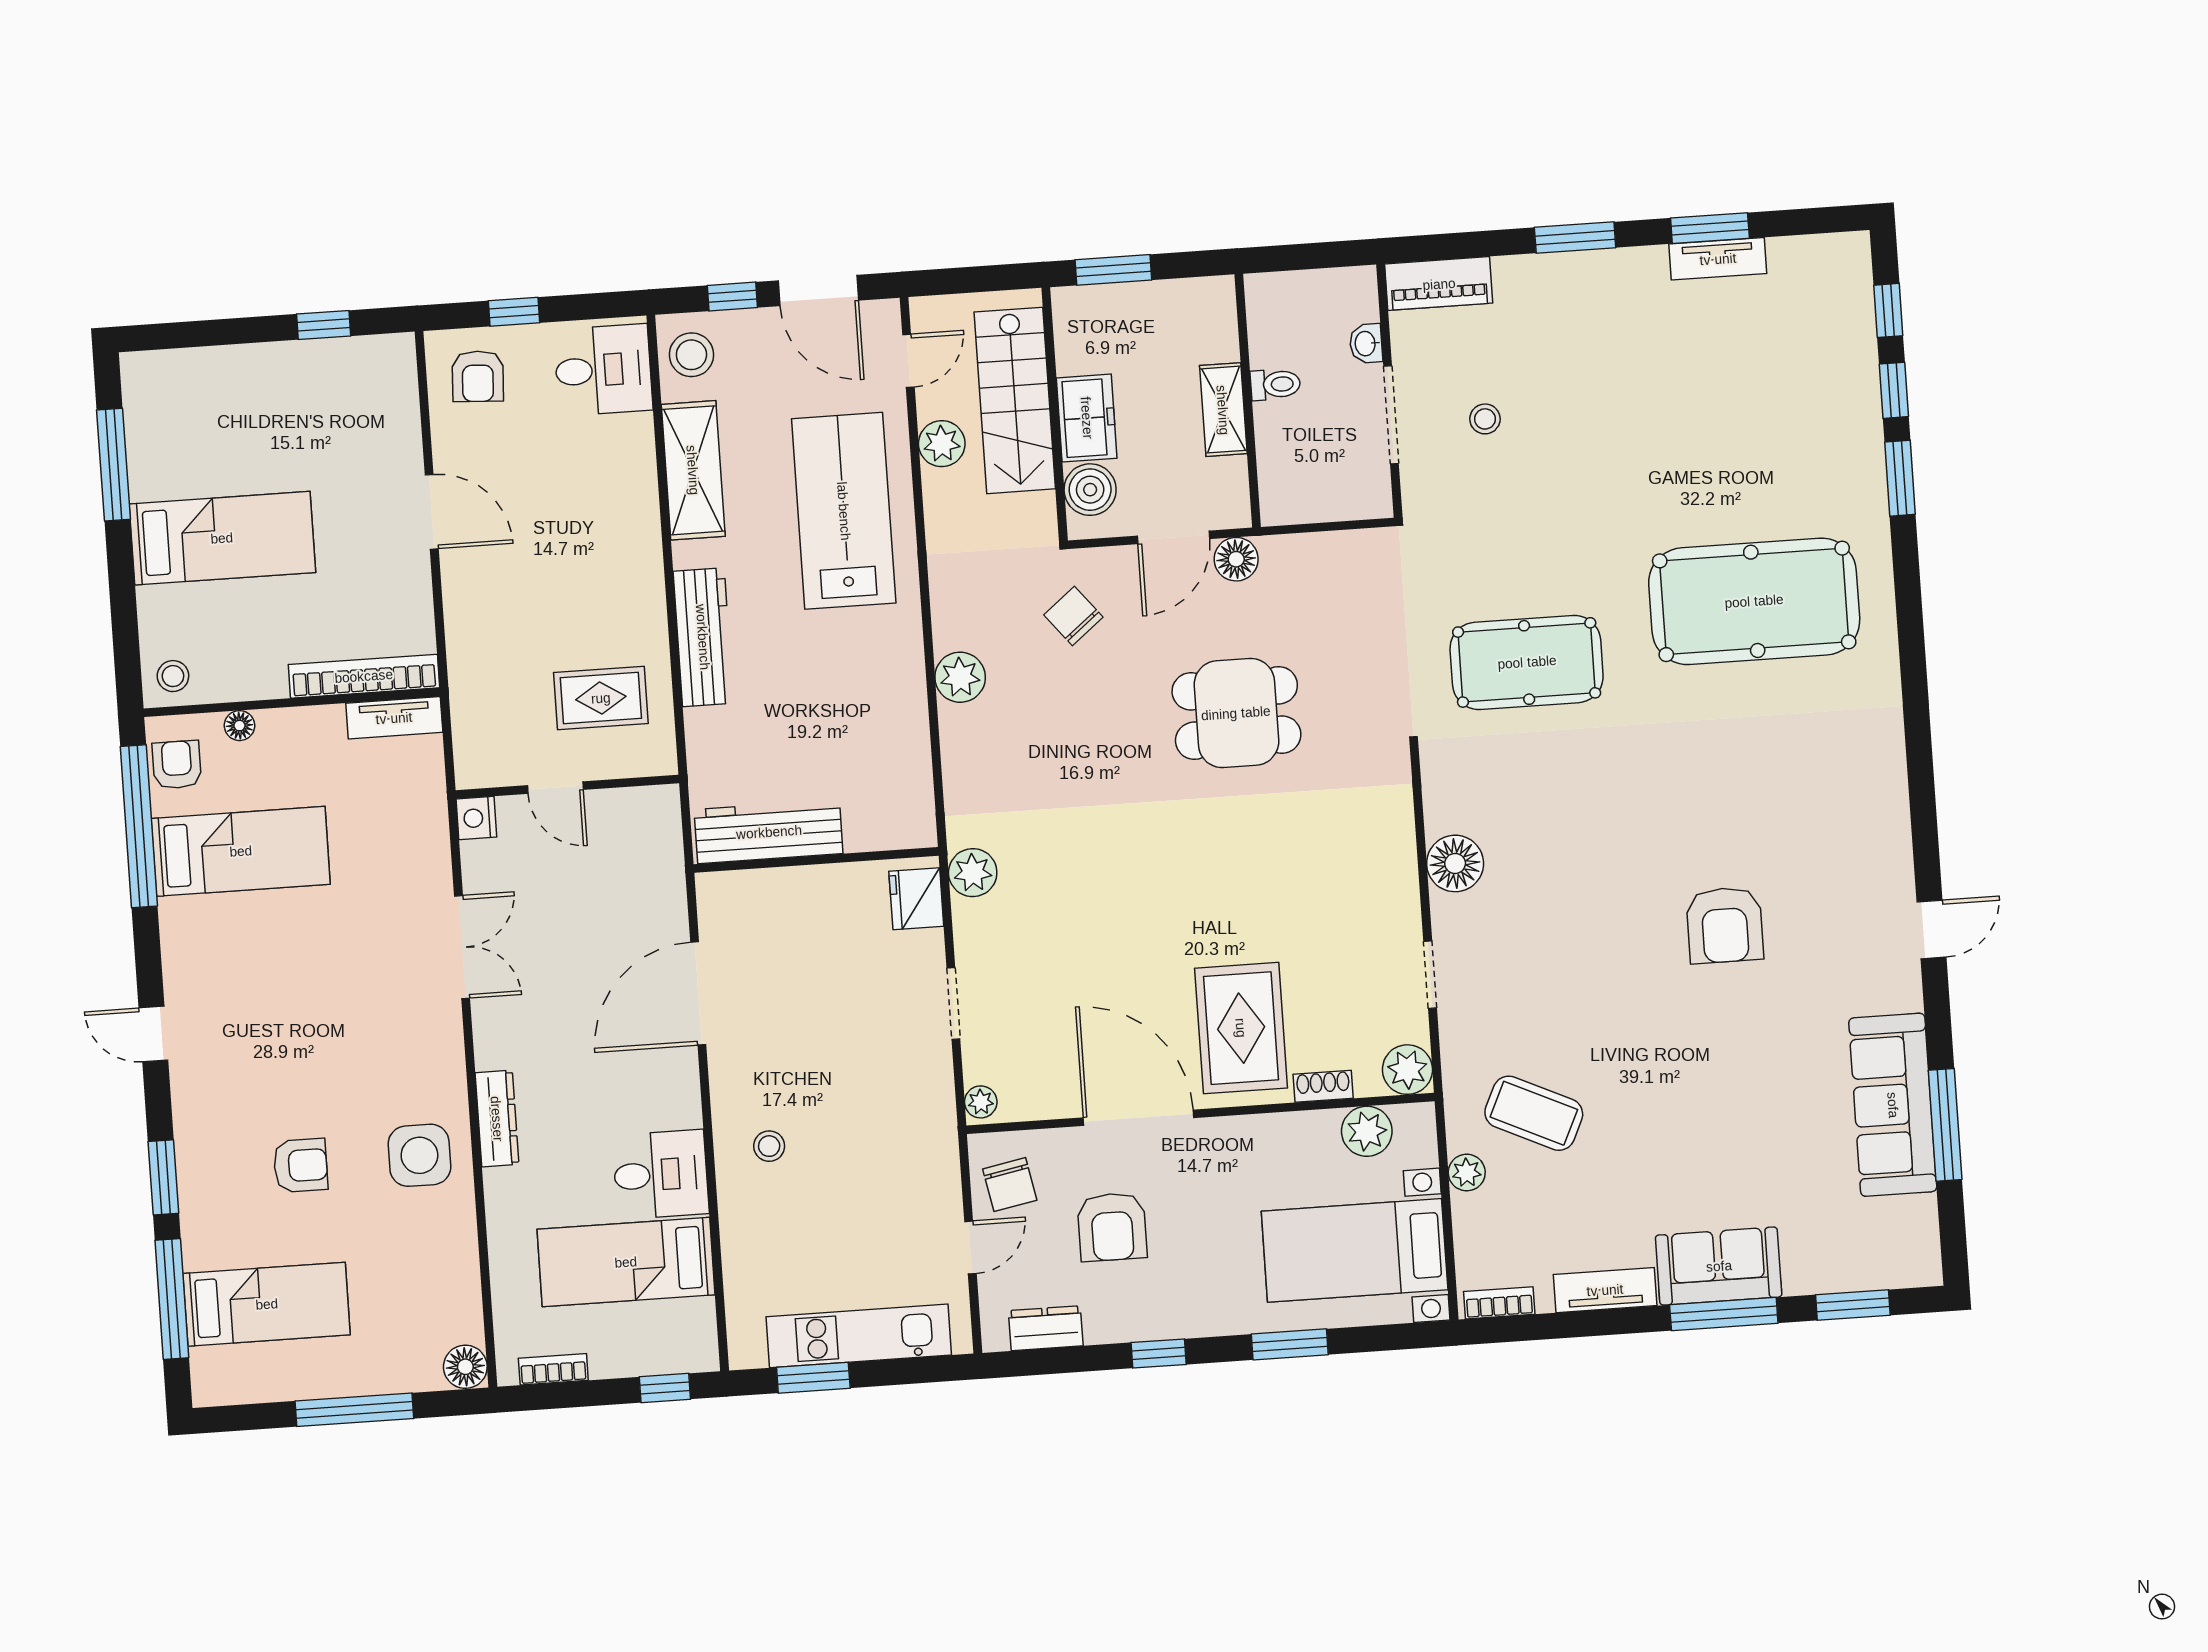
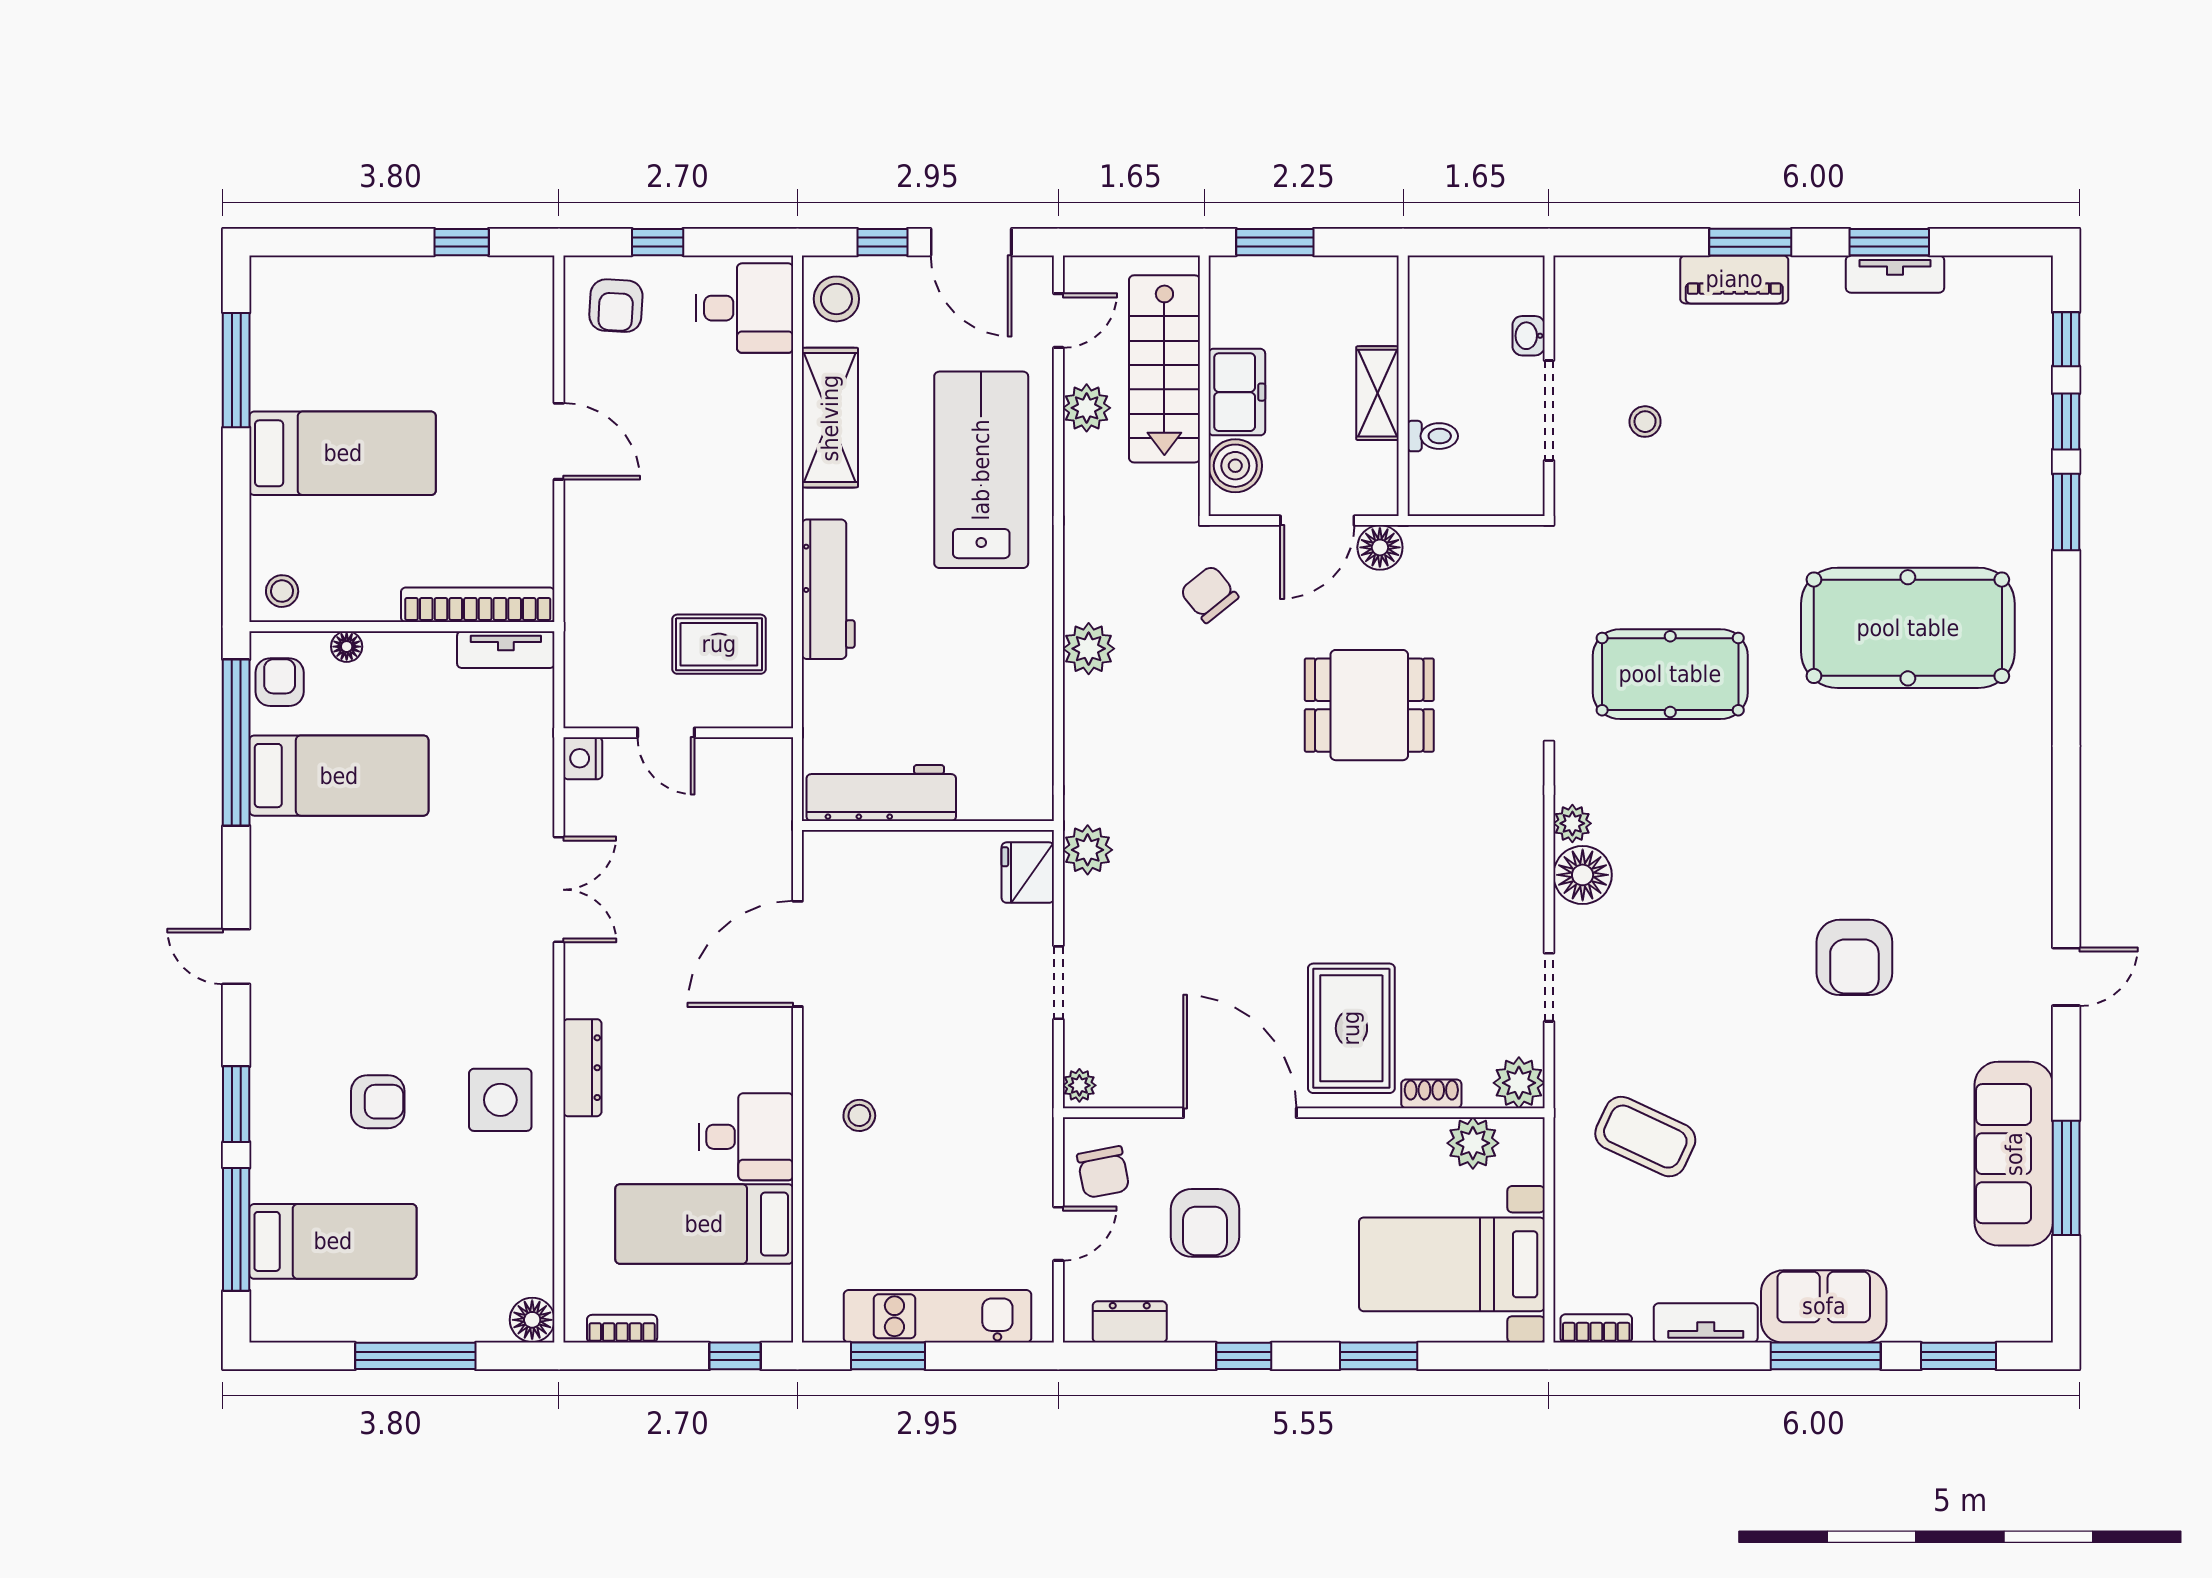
piano: (1439, 284) -> (1734, 279), moved
toilet: (1275, 384) -> (1433, 436), moved
plant: (1467, 1173) -> (1572, 823), moved

